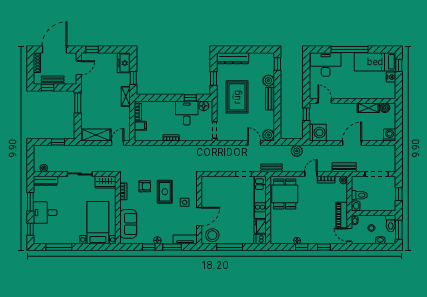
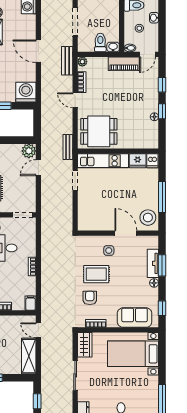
filing cabinet: (140, 126) -> (31, 303), moved
plant: (297, 151) -> (48, 117), removed
tv unit: (185, 239) -> (153, 263), moved
window: (149, 247) -> (162, 308), moved

